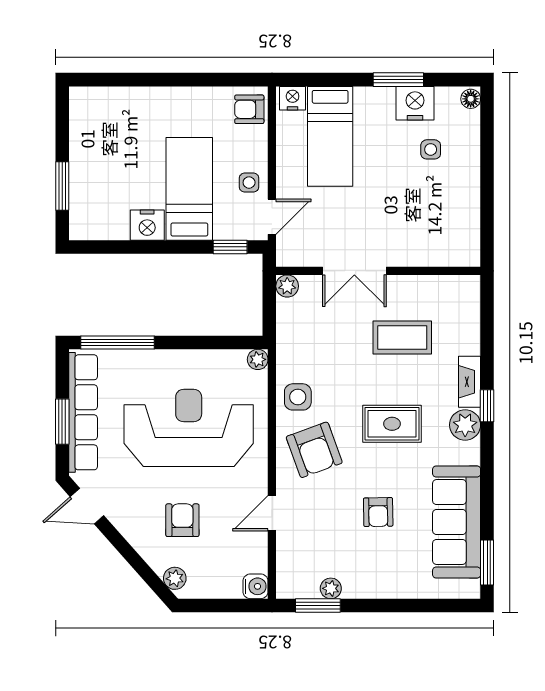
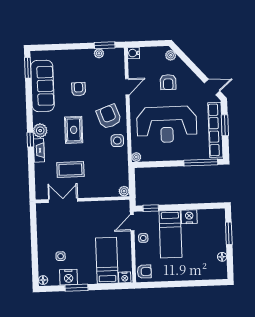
floor lamp: (79, 135) -> (222, 257), added
double door: (354, 271) -> (63, 200), moved
rug: (392, 424) -> (74, 130), turned 90

